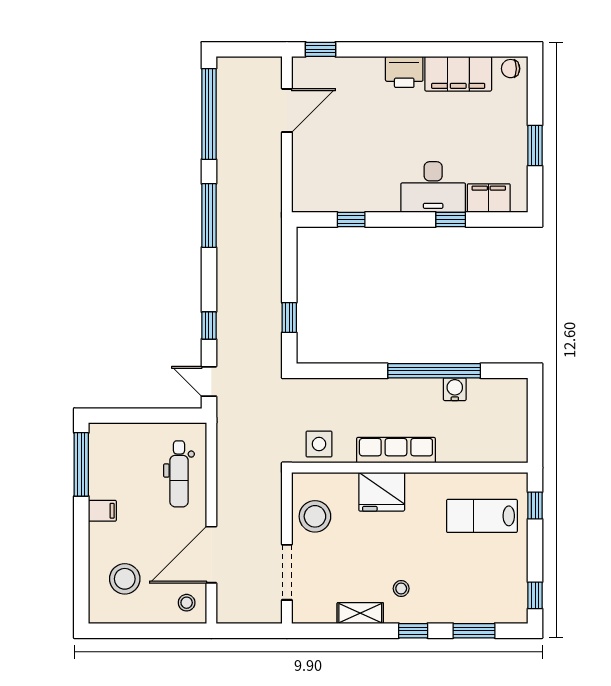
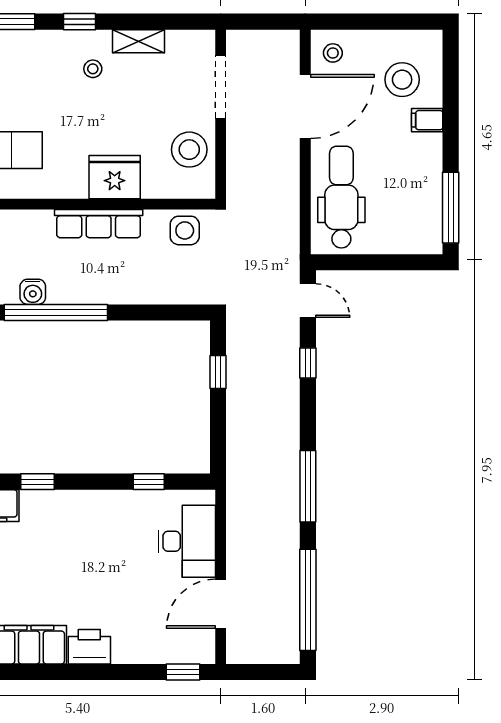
desk: (433, 187) -> (187, 541), moved, turned 90
dental chair: (179, 474) -> (341, 197), width x1.36, depth x1.38
filing cabinet: (102, 511) -> (427, 120), moved

